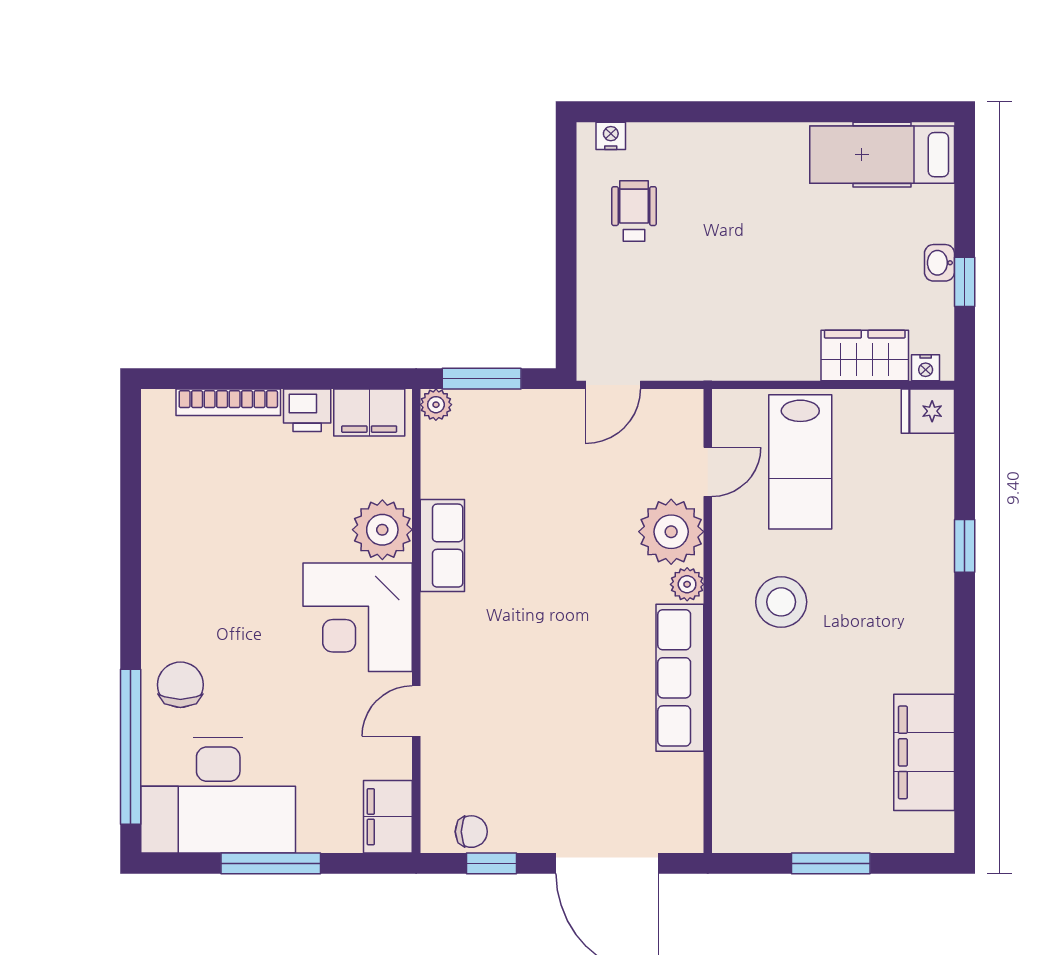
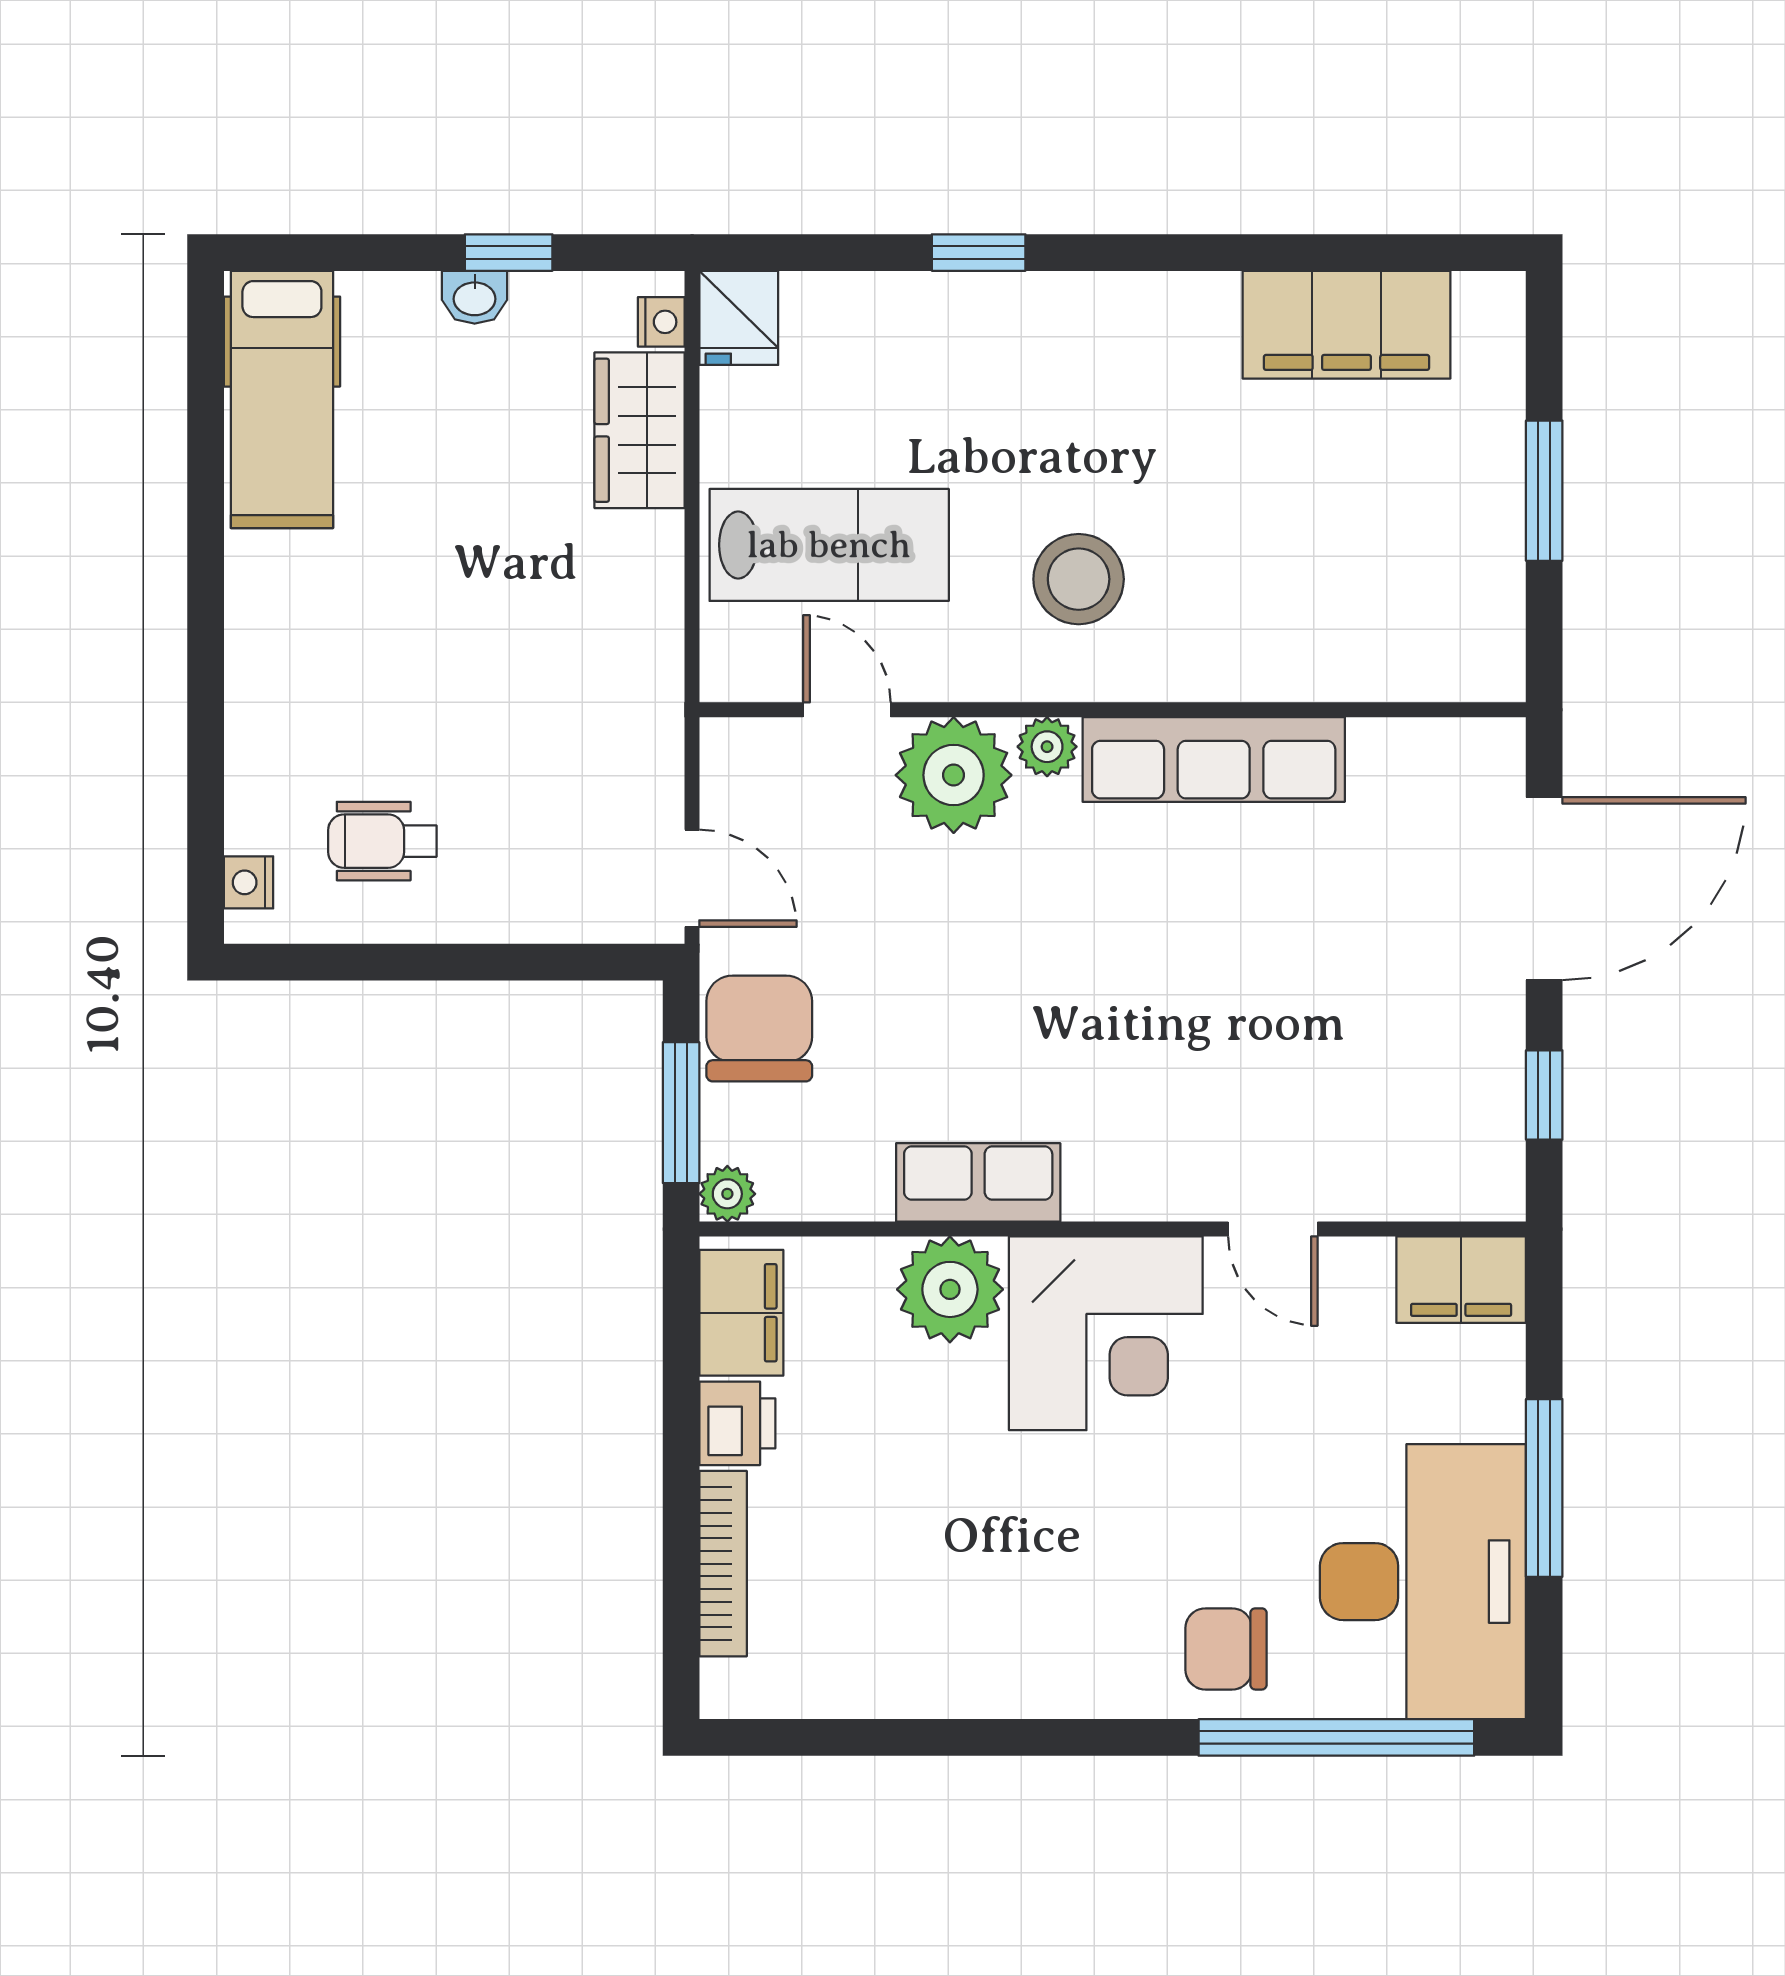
chair: (471, 832) -> (759, 1028), moved, width x1.87, depth x1.87

